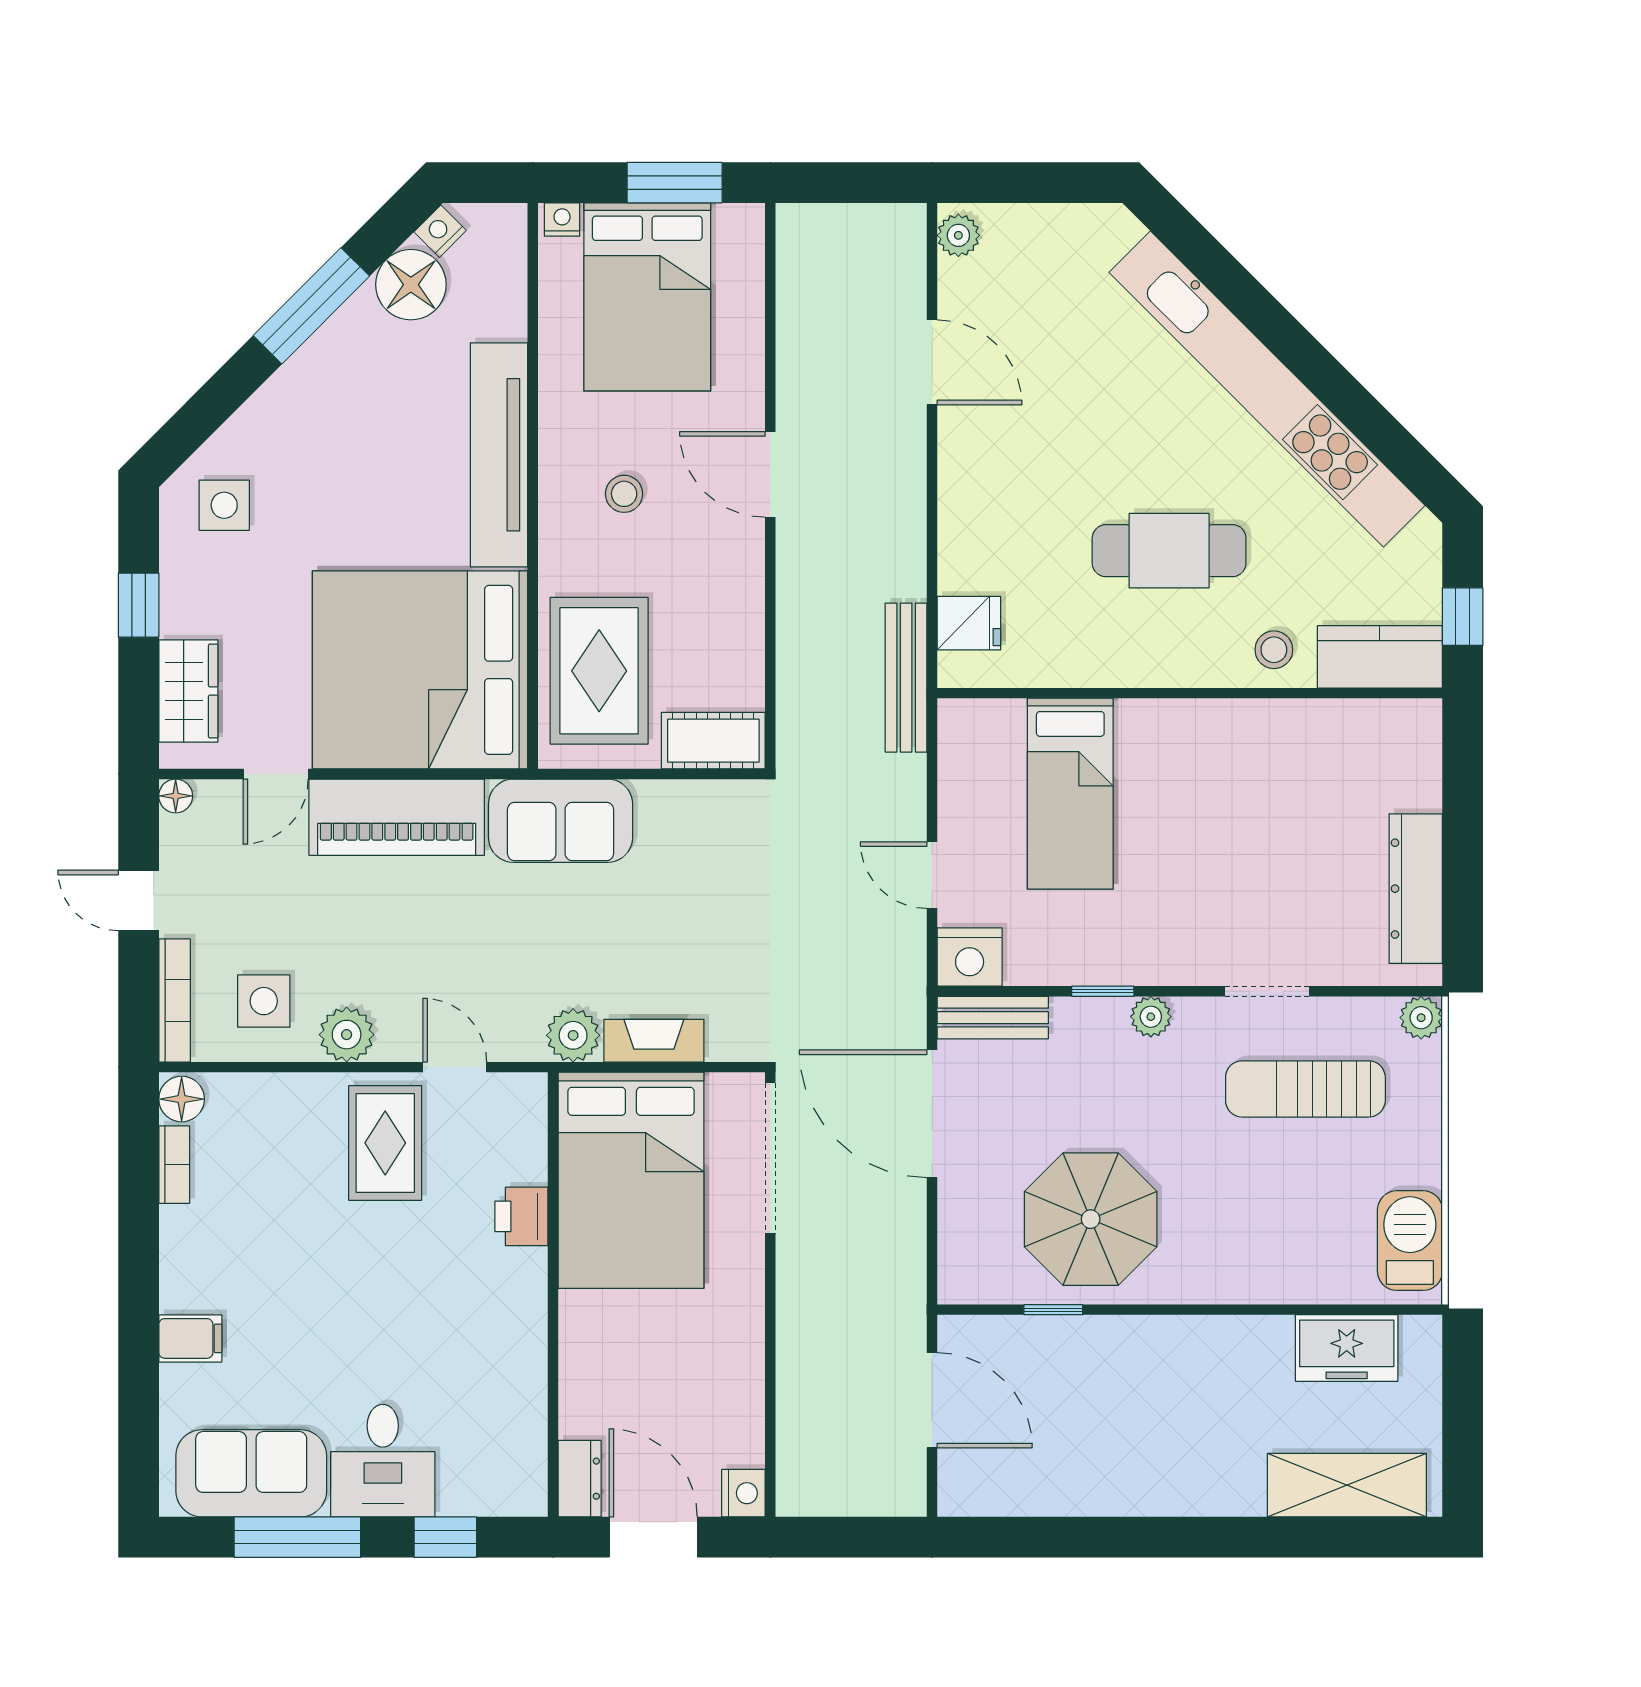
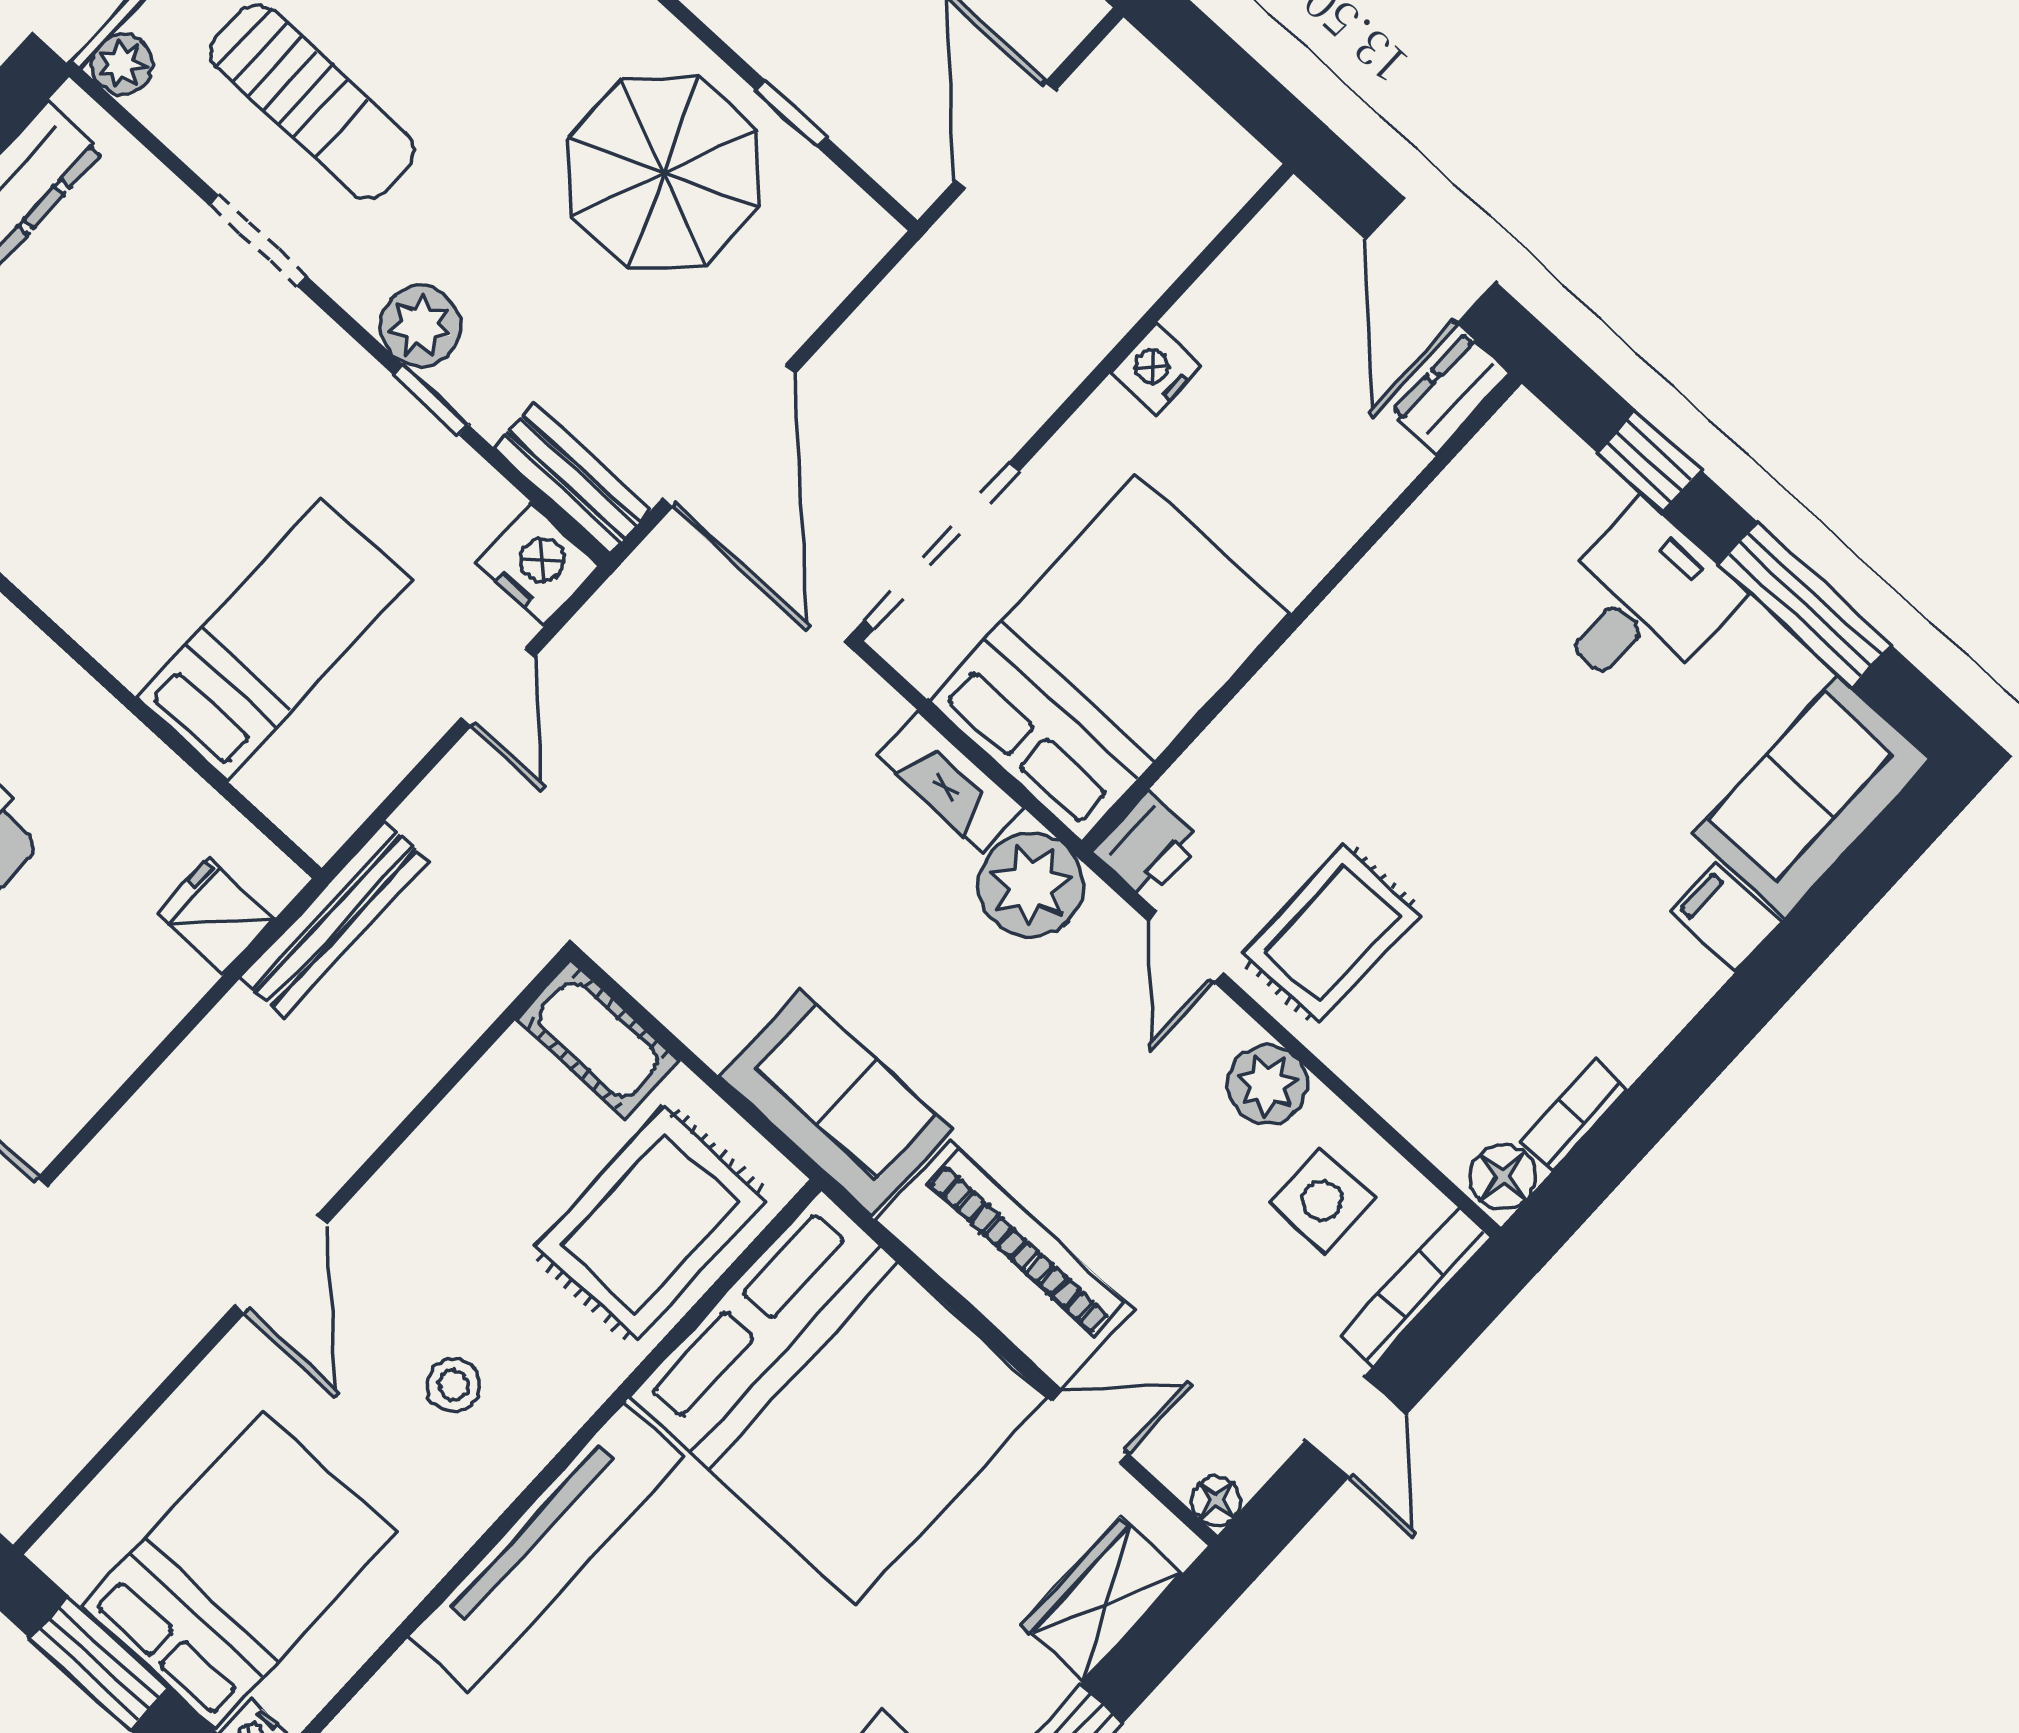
plant: (1151, 1017) -> (420, 326), width x1.38, depth x1.38
plant: (573, 1035) -> (1031, 885), width x1.36, depth x1.36
printer: (521, 1216) -> (1148, 846), moved
sofa: (251, 1473) -> (1812, 797), moved, turned 90
nightstand: (743, 1493) -> (1156, 370), moved

